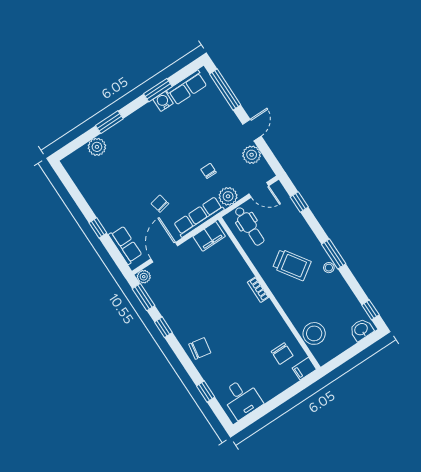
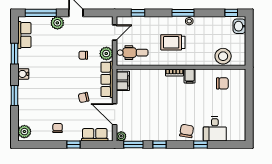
water cooler: (163, 101) -> (23, 74), moved
plant: (97, 147) -> (24, 132), moved
plant: (252, 155) -> (57, 23), moved
chair: (105, 197) -> (58, 128), added
trolley: (292, 265) -> (173, 42), turned -146
filing cabinet: (304, 369) -> (190, 76), moved
window: (206, 391) -> (200, 145), moved
desk: (242, 398) -> (215, 129), moved, turned 90

